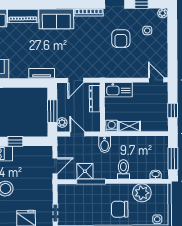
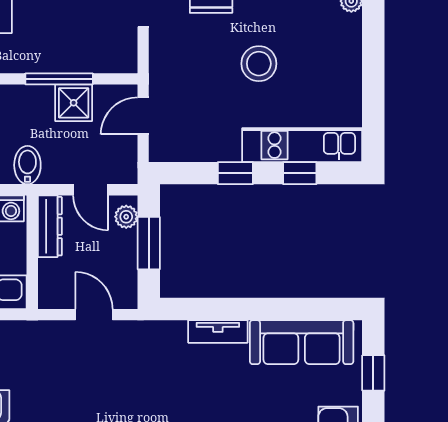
tv unit: (42, 73) -> (218, 331), moved
door: (76, 80) -> (94, 315), hinge flipped
dresser: (95, 99) -> (50, 226), moved

